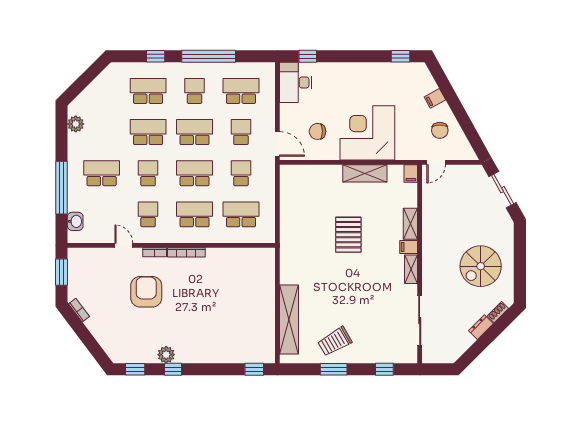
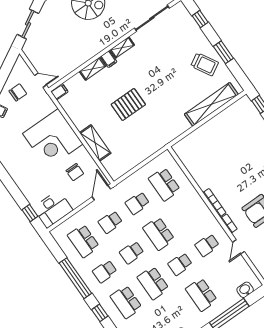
school desk: (195, 132) -> (132, 253), width x0.54
shelving: (365, 173) -> (95, 143), moved
school desk: (195, 214) -> (186, 215), removed

